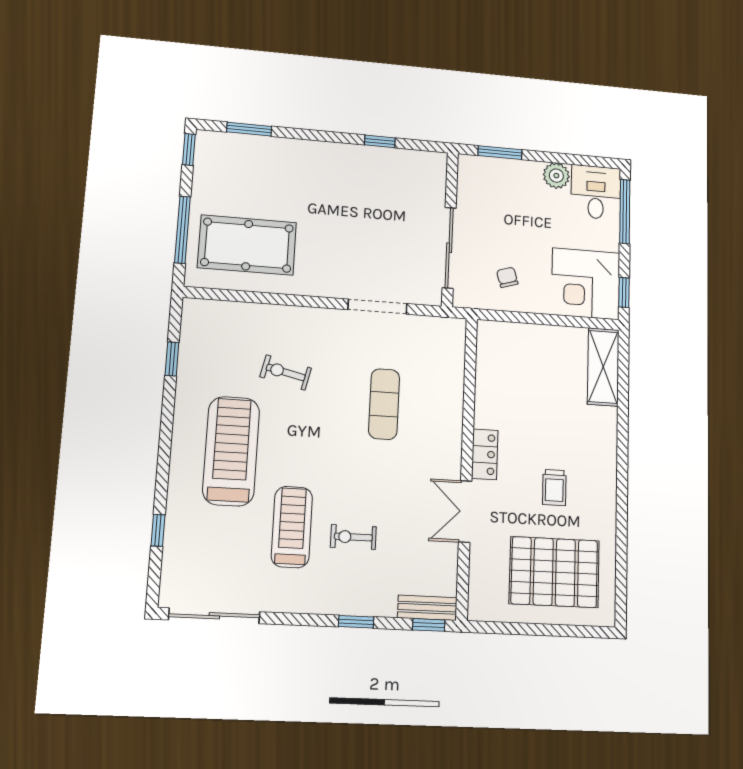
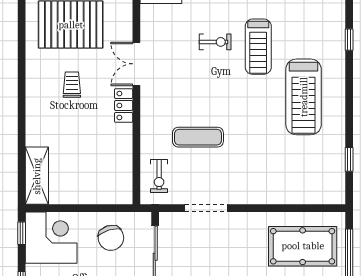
chair: (507, 277) -> (111, 238), width x1.87, depth x1.87
exercise bike: (286, 372) -> (159, 176), moved, turned 77
exercise mat: (384, 404) -> (198, 137), turned 90
double door: (465, 511) -> (136, 64), swing flipped

